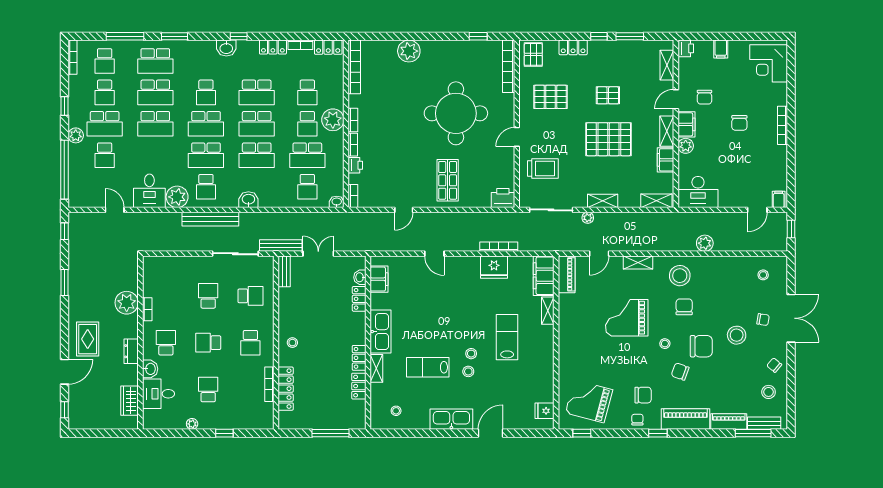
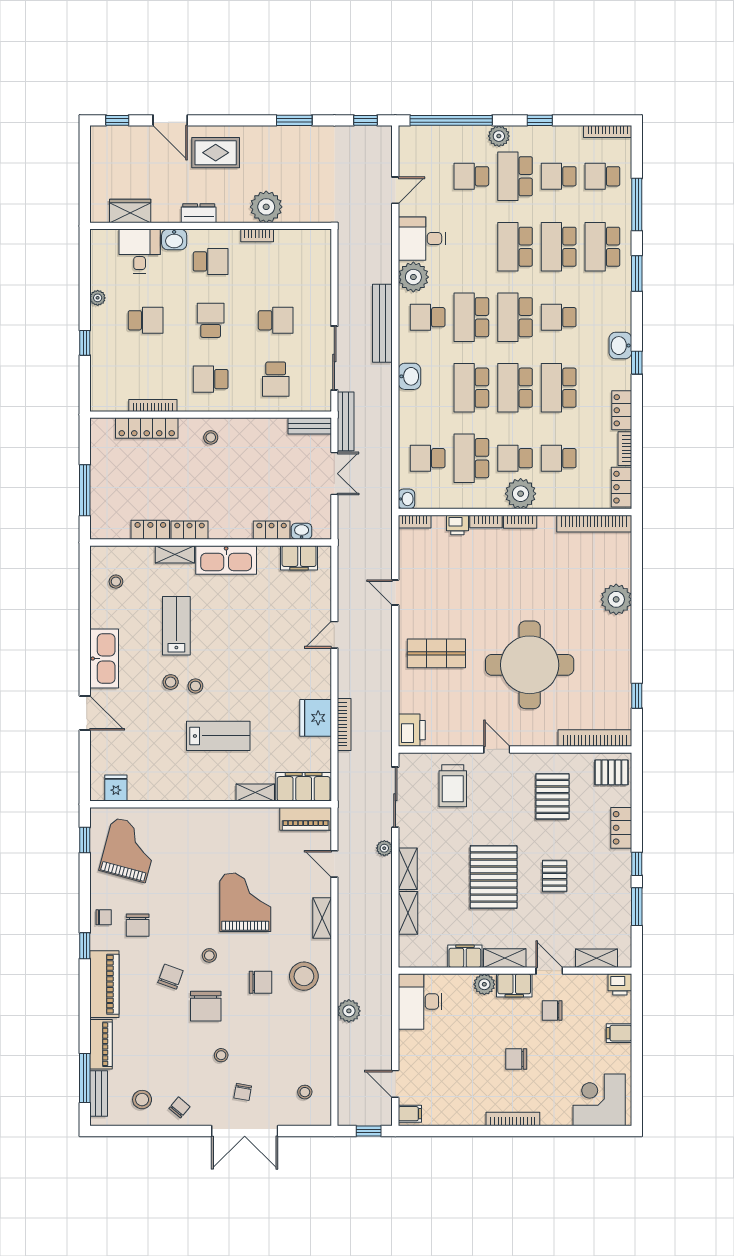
shelving: (656, 201) -> (408, 913), moved
stool: (737, 335) -> (221, 1055), width x0.53, depth x0.53

